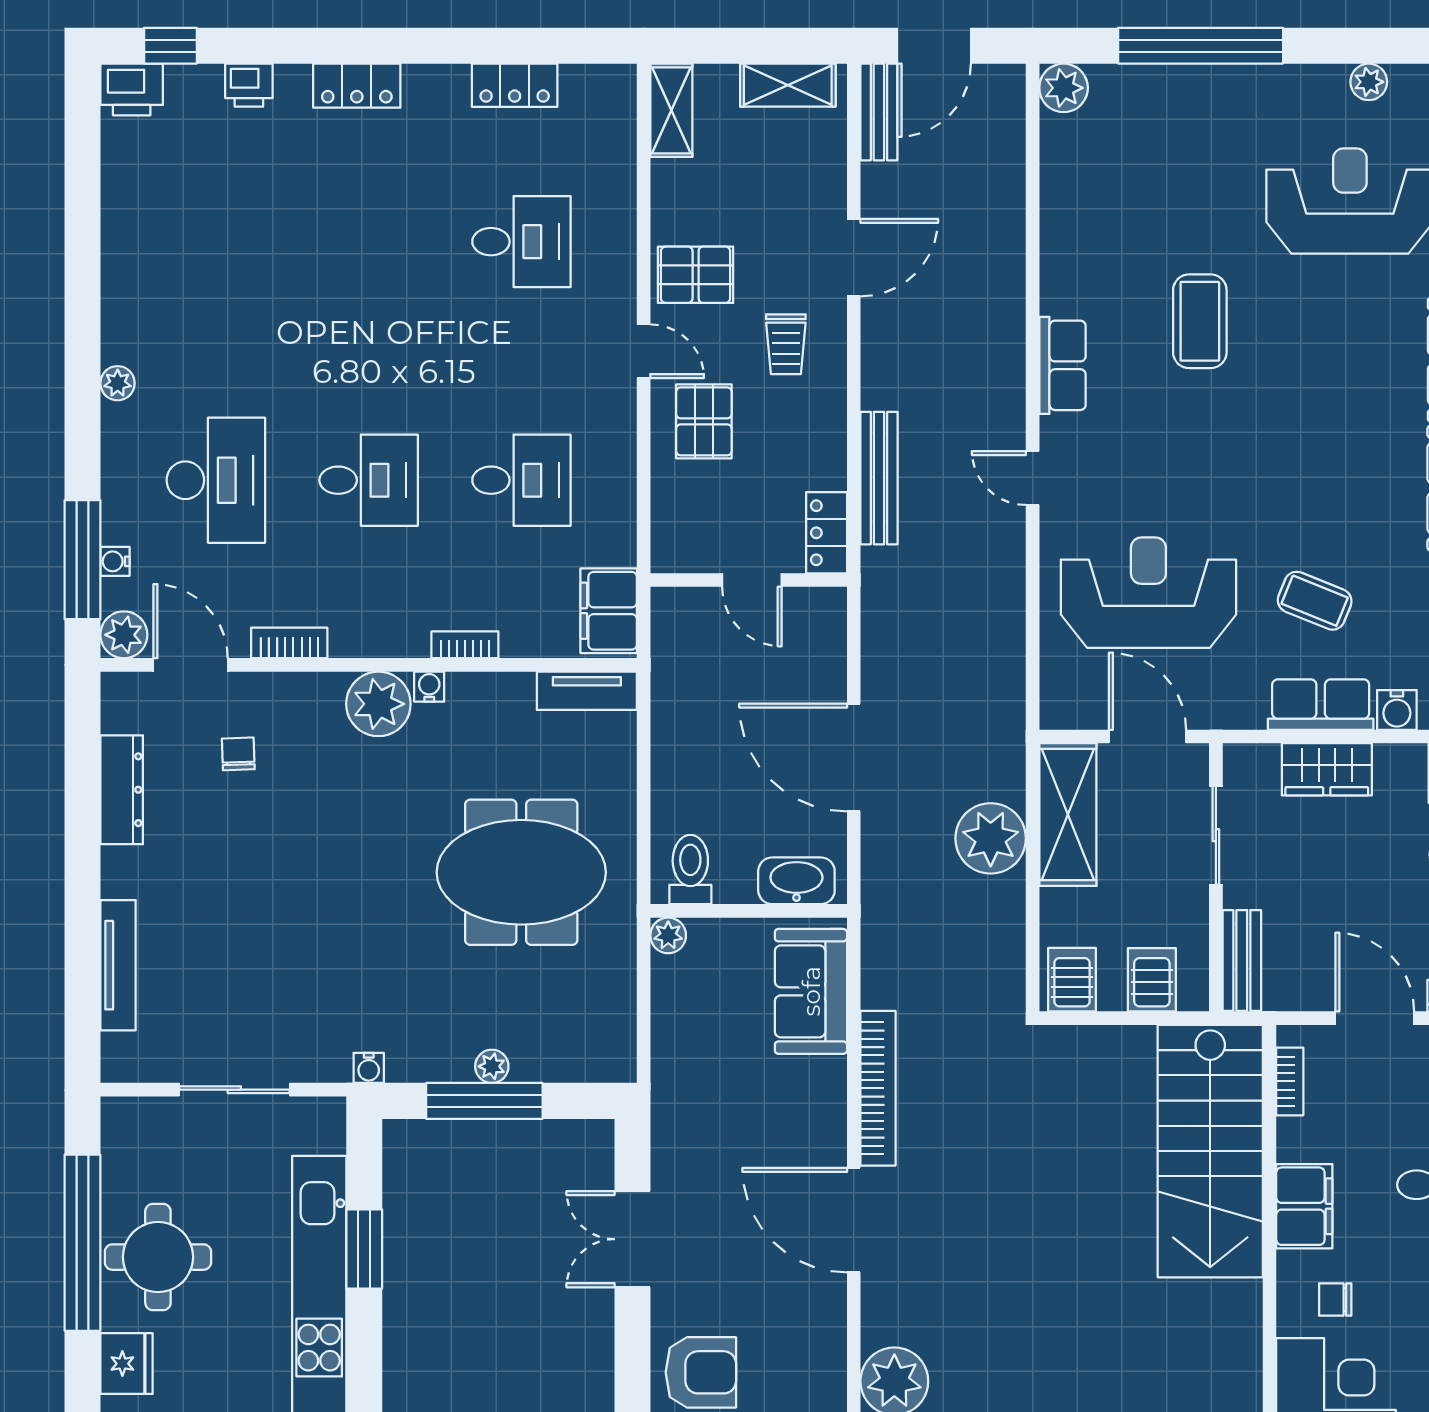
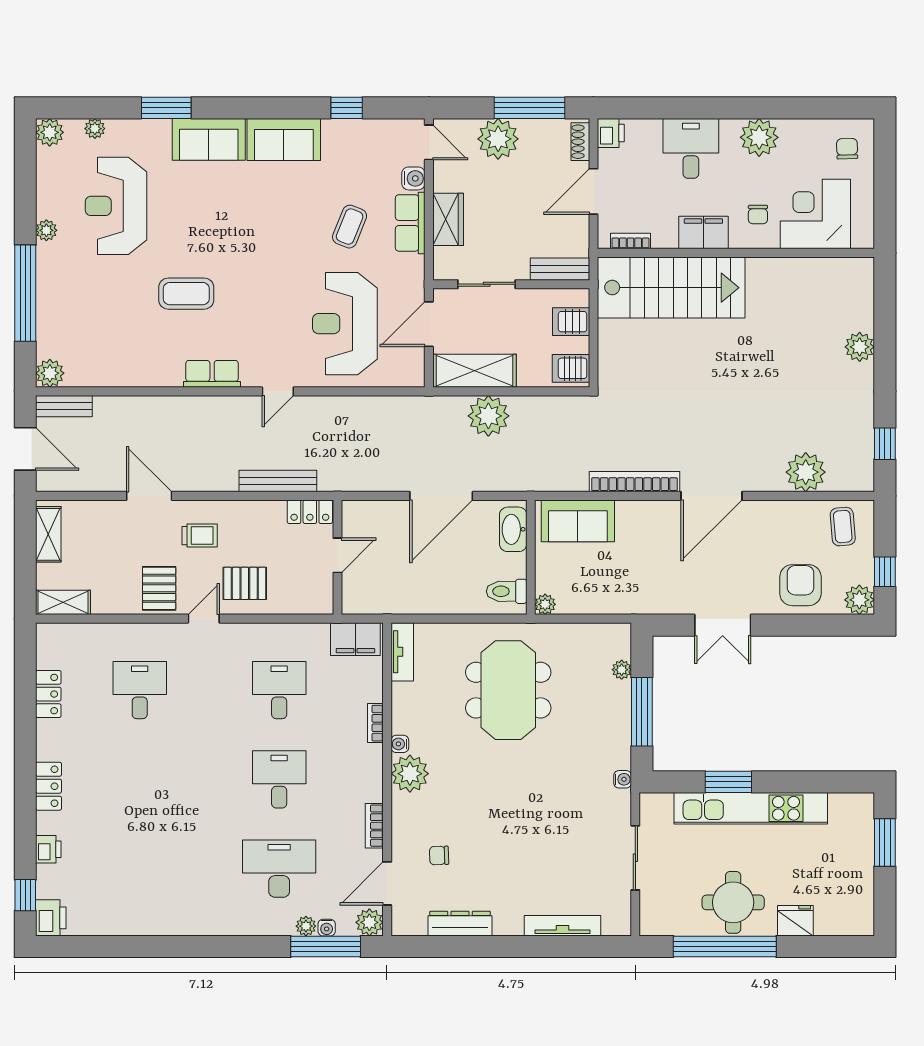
plant: (1369, 82) -> (46, 230), moved
bench: (879, 112) -> (64, 406), moved
plant: (118, 383) -> (306, 926), moved
plant: (492, 1066) -> (622, 670), moved

